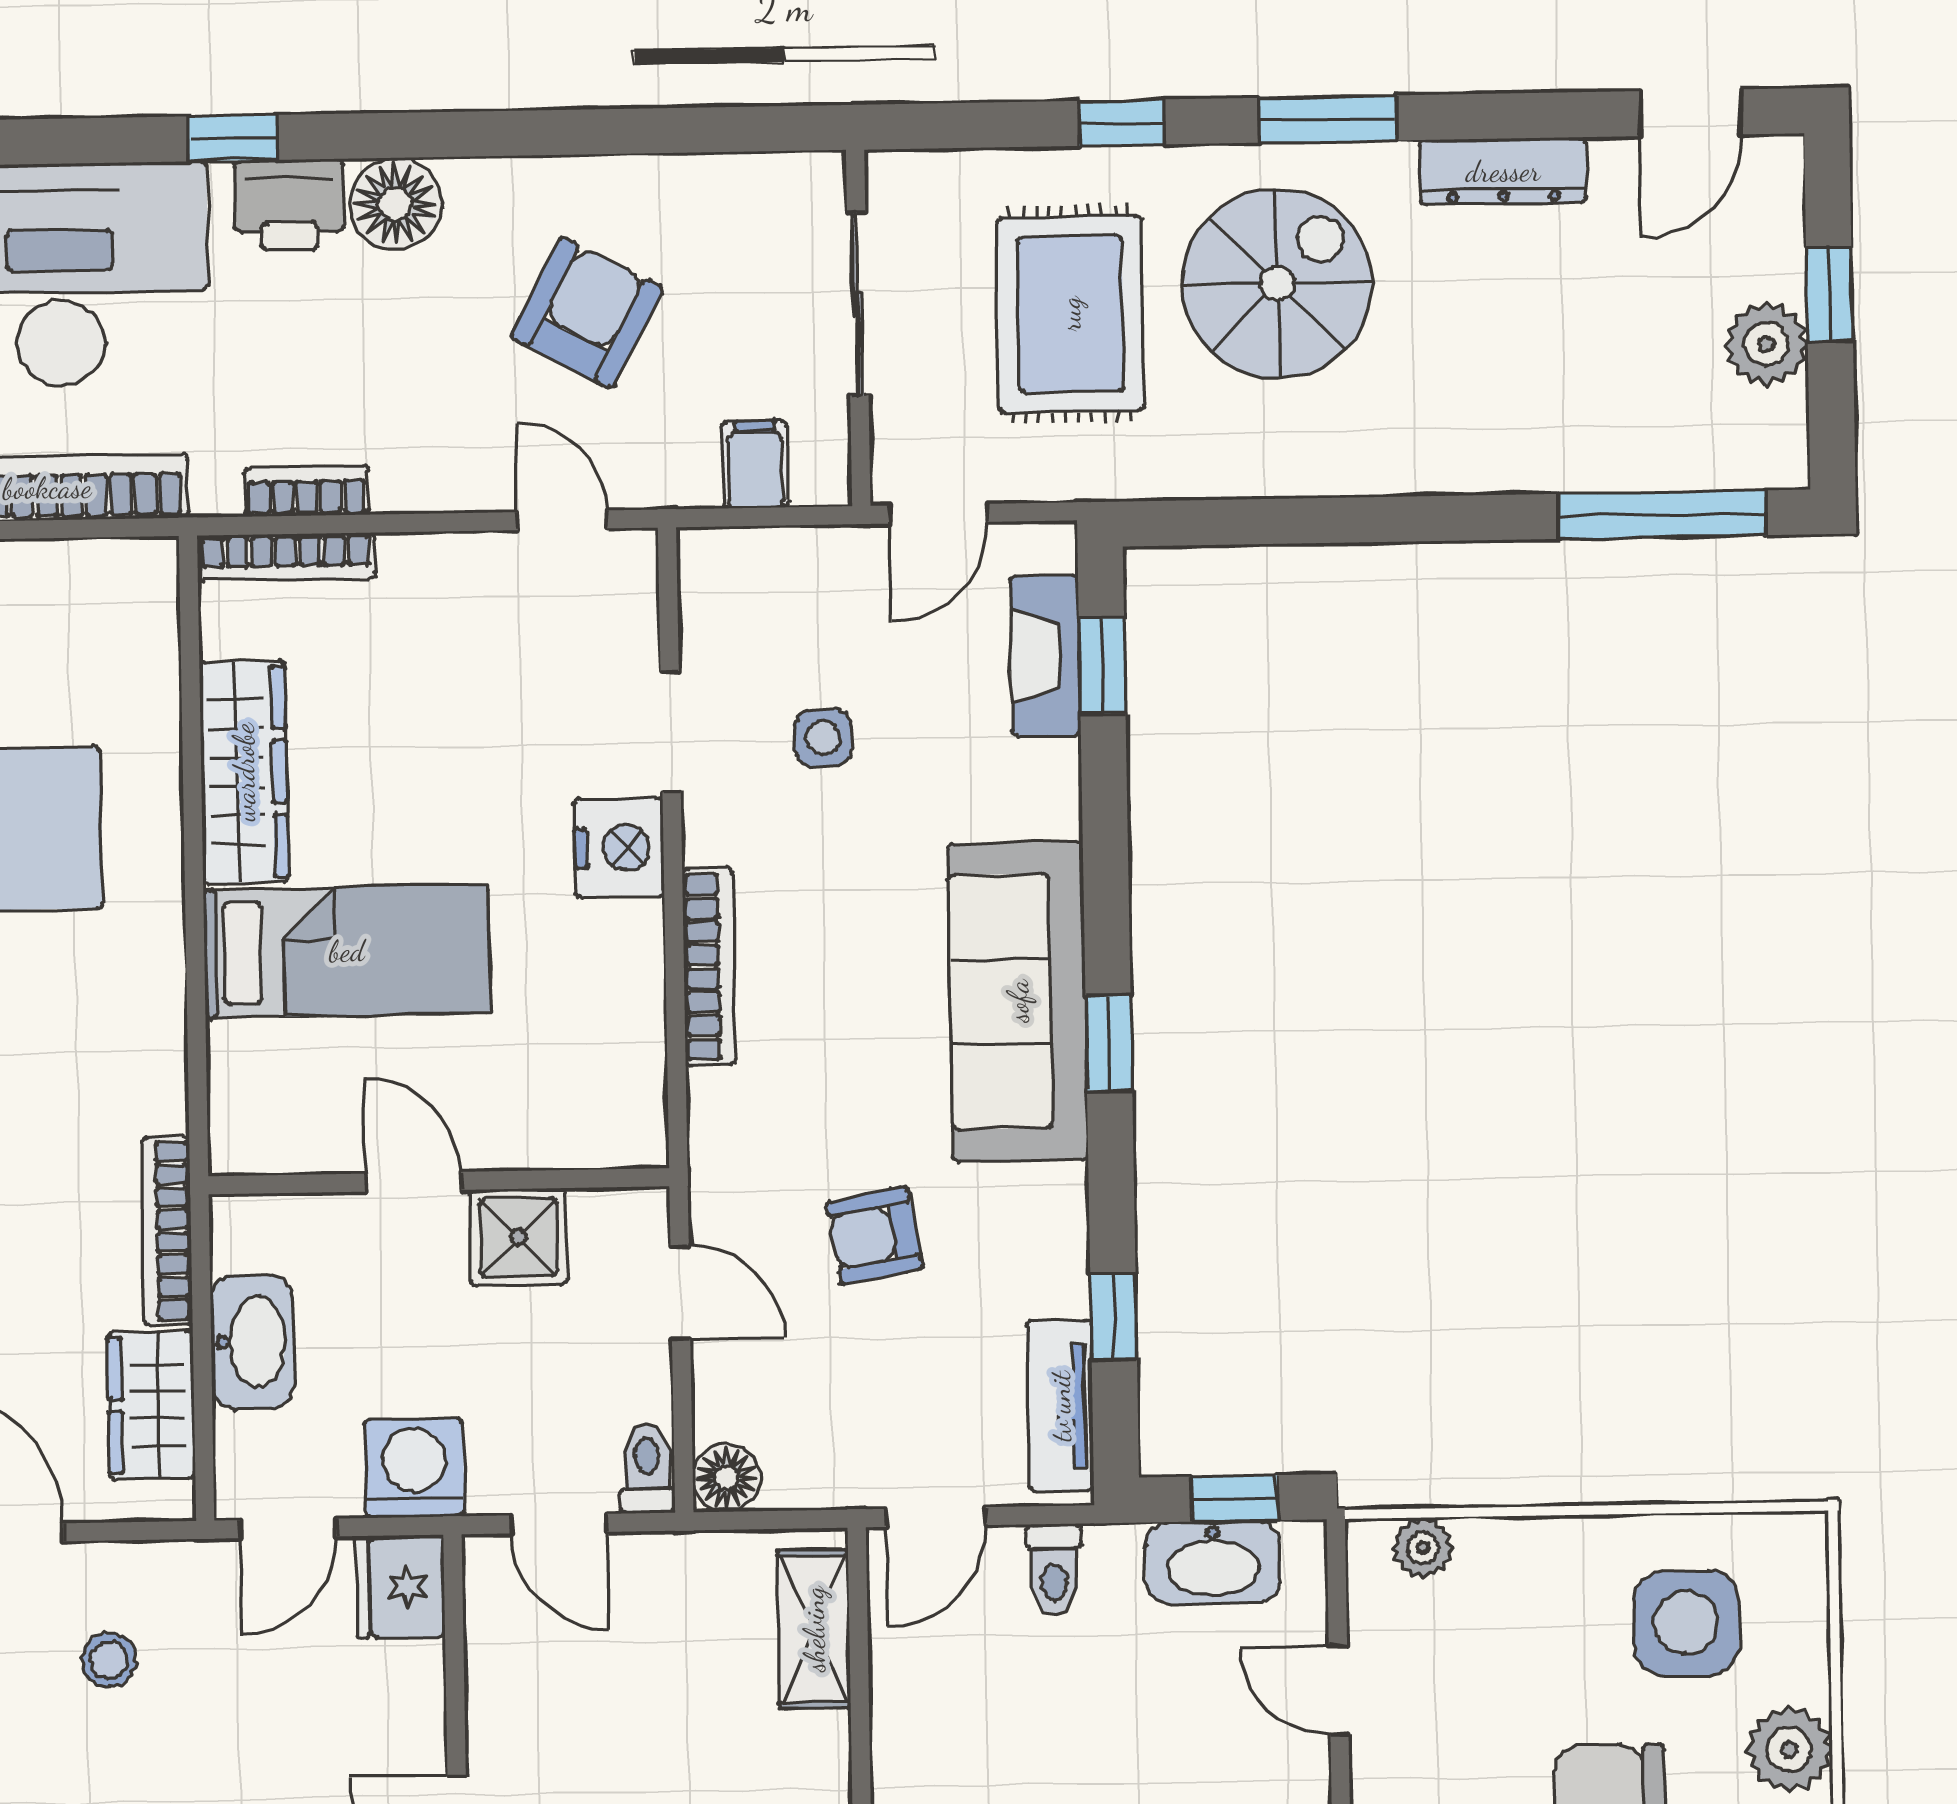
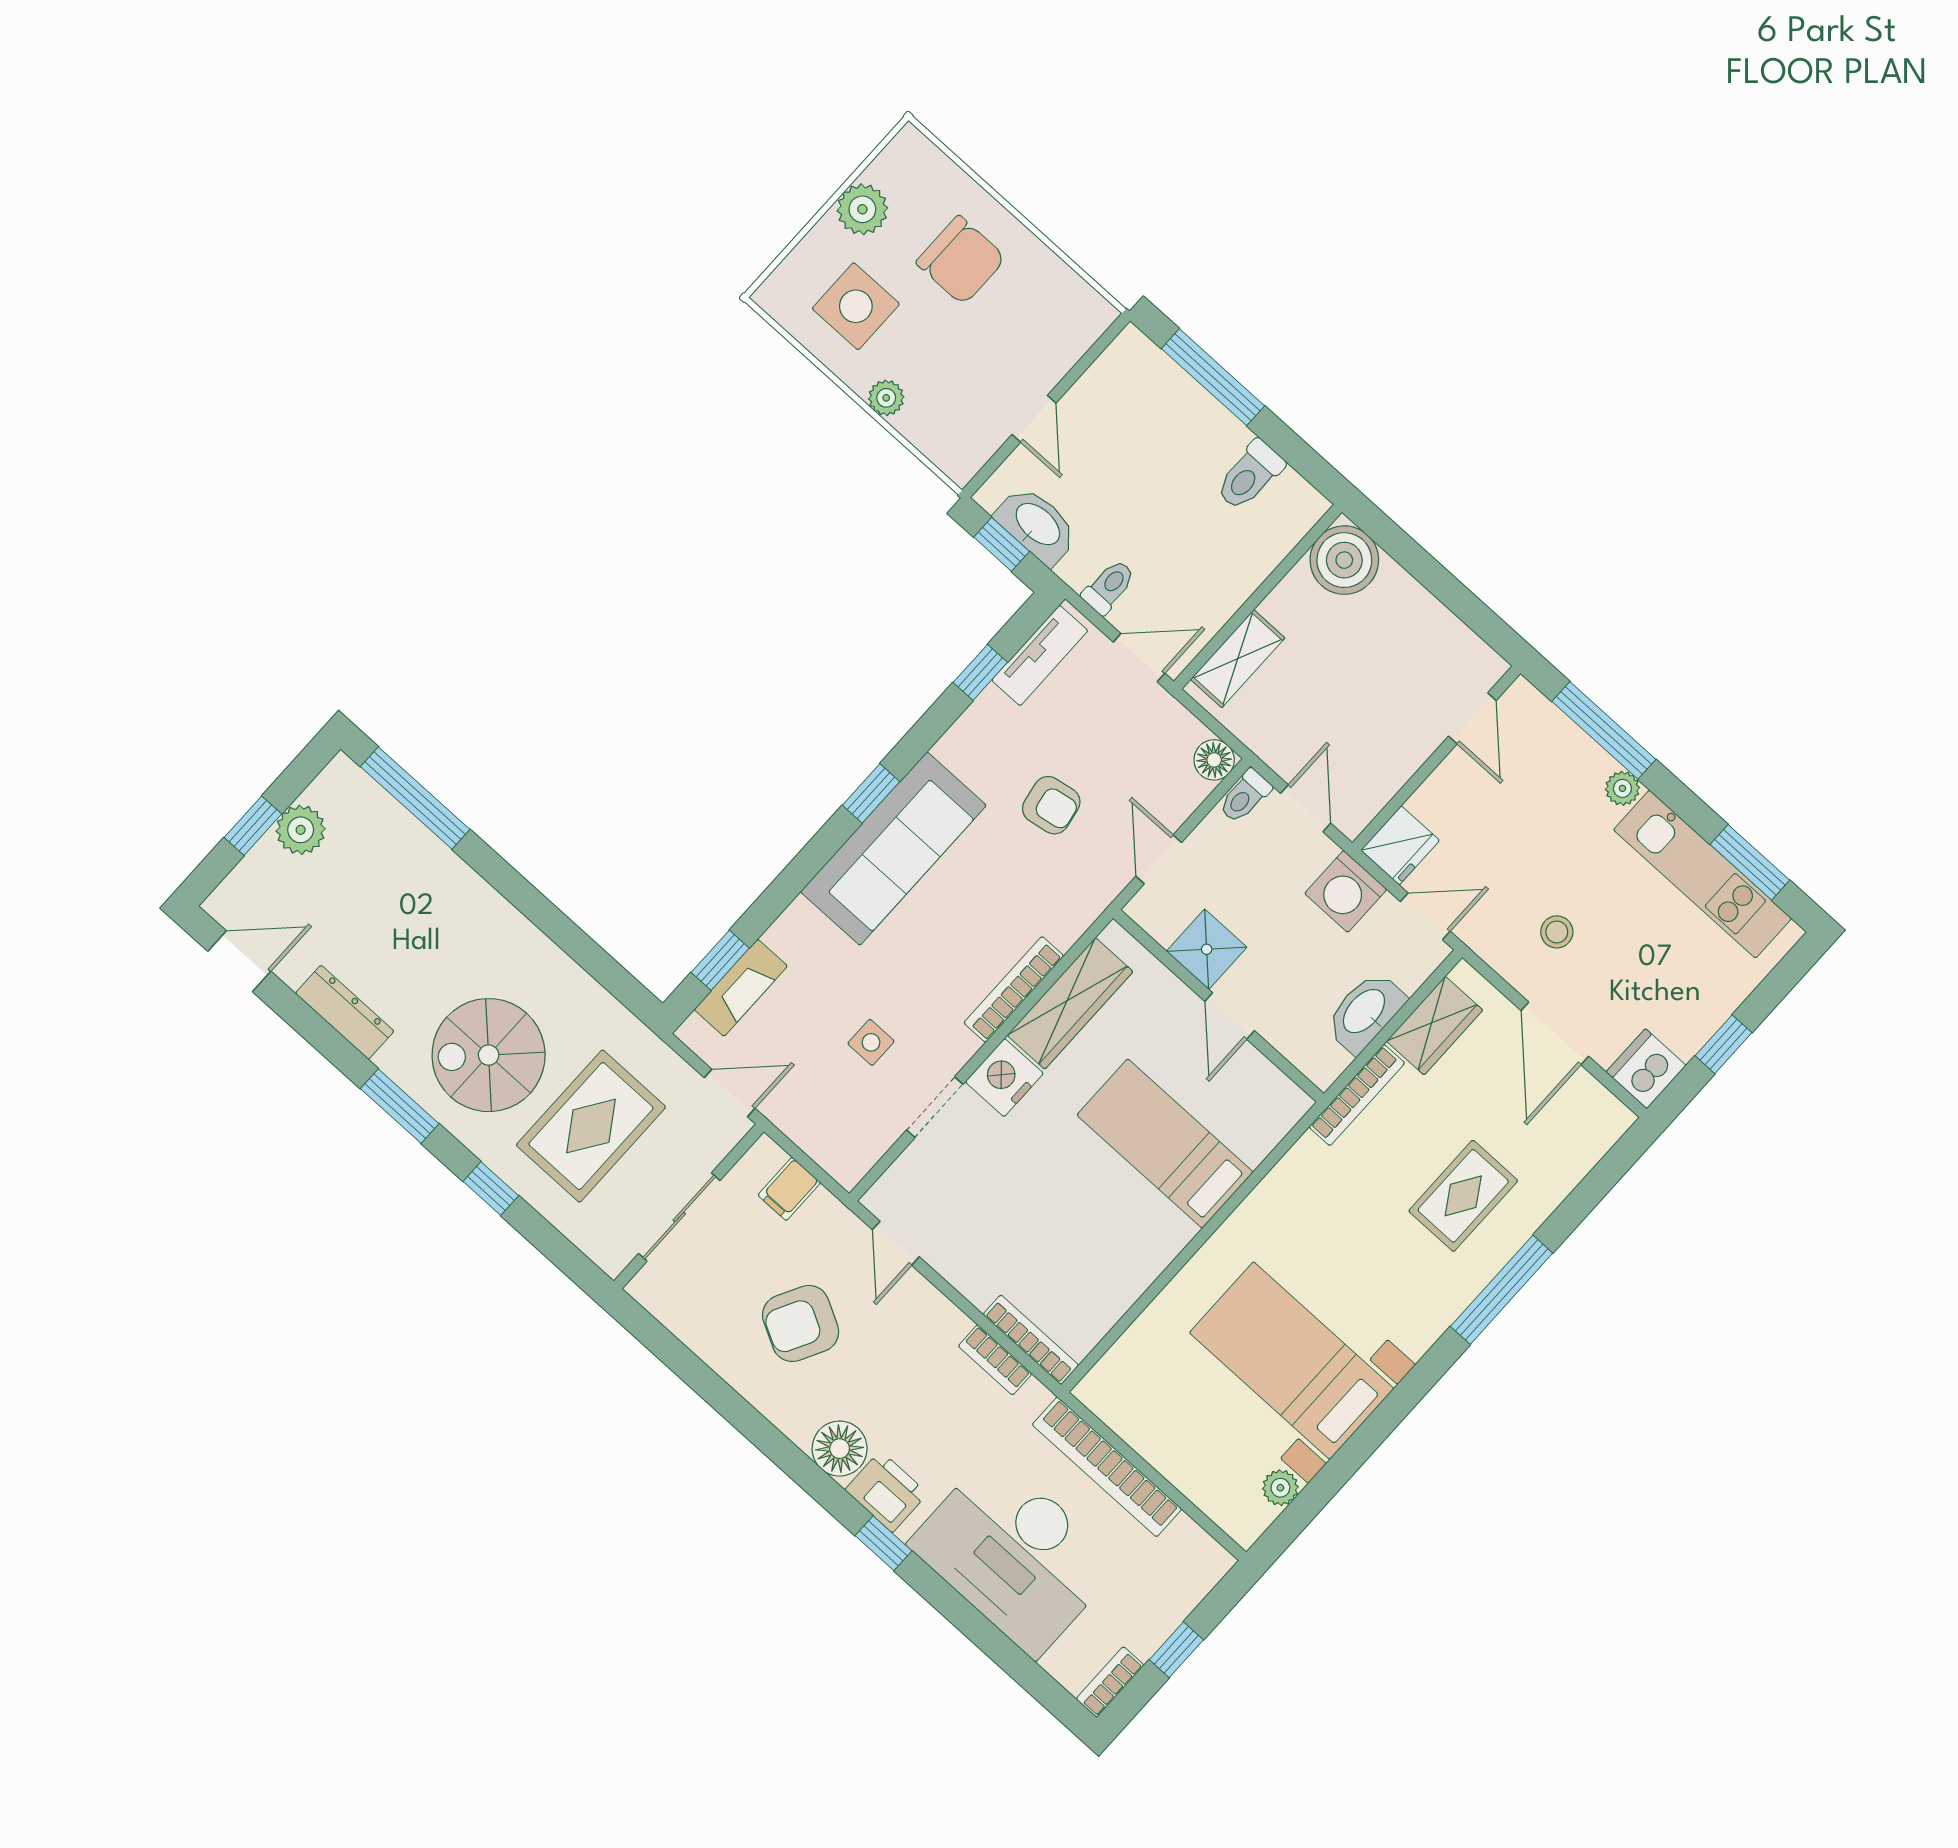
wardrobe: (244, 772) -> (1070, 1003), moved, turned 180
plant: (1423, 1548) -> (886, 398), moved

